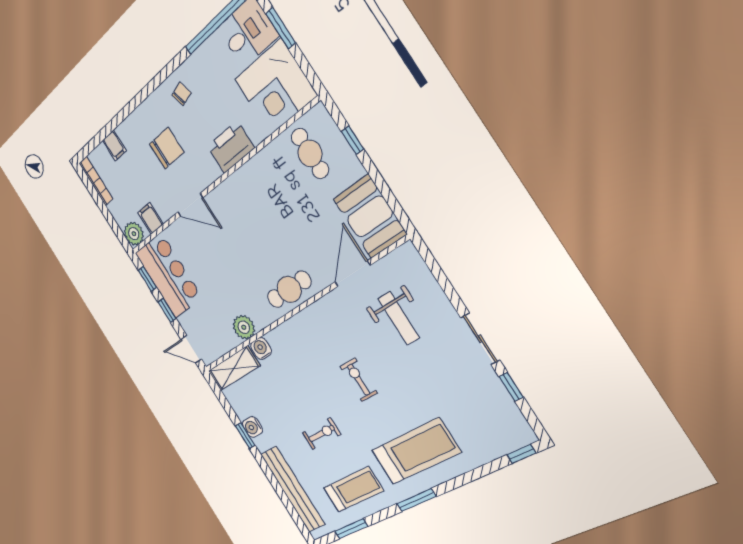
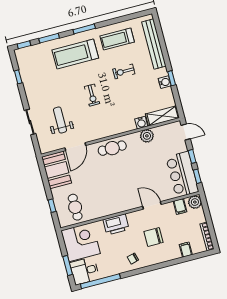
sliding door: (480, 339) -> (30, 122), moved
window: (351, 529) -> (49, 38), moved

